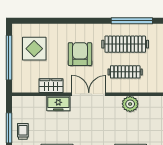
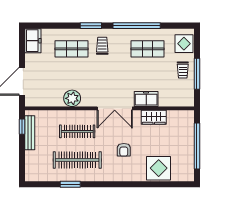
window: (132, 21) -> (70, 184), width x0.47
display table: (34, 49) -> (159, 168), moved
armchair: (80, 54) -> (124, 150), width x0.53, depth x0.53

